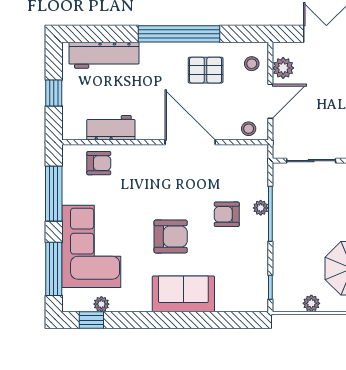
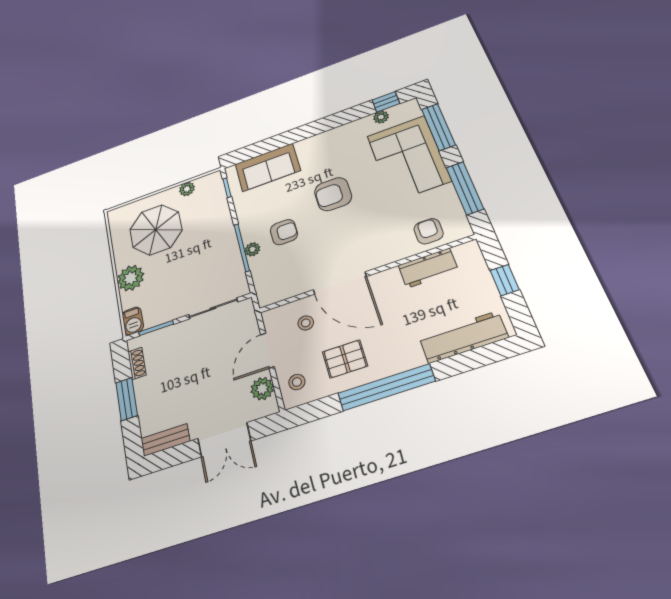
stool: (249, 129) -> (306, 323), moved
armchair: (99, 163) -> (429, 231), turned 90
sofa: (183, 294) -> (268, 167), moved

